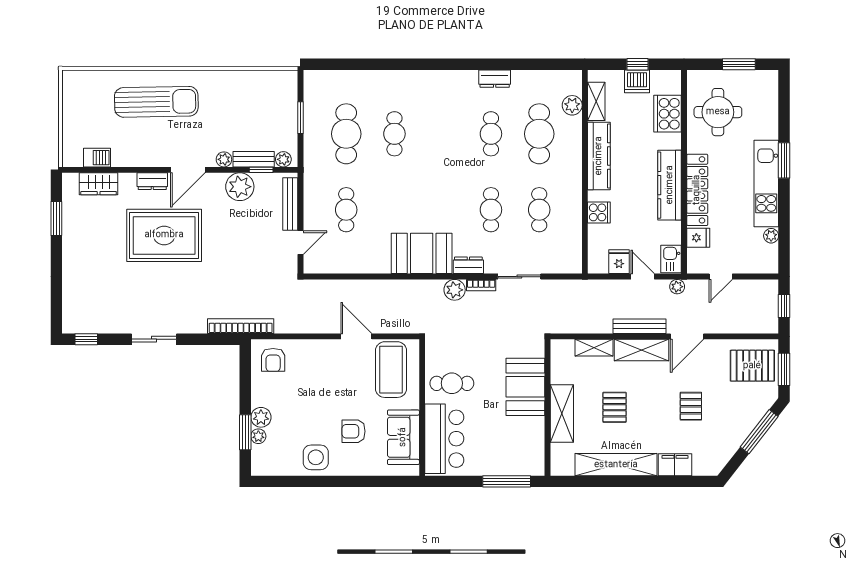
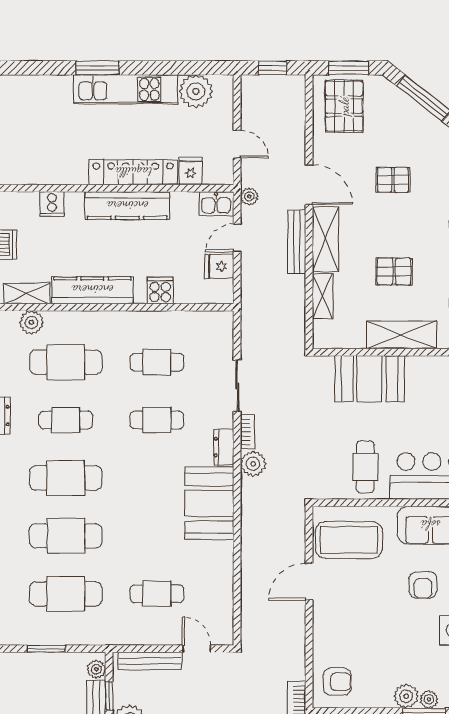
round table: (718, 112) -> (40, 147), removed
cooker: (668, 114) -> (52, 204), width x0.53, depth x0.76
cafe table: (394, 134) -> (66, 536), width x1.37, depth x1.35
cafe table: (443, 134) -> (66, 478), added
plant: (771, 236) -> (196, 91), width x1.87, depth x1.87

